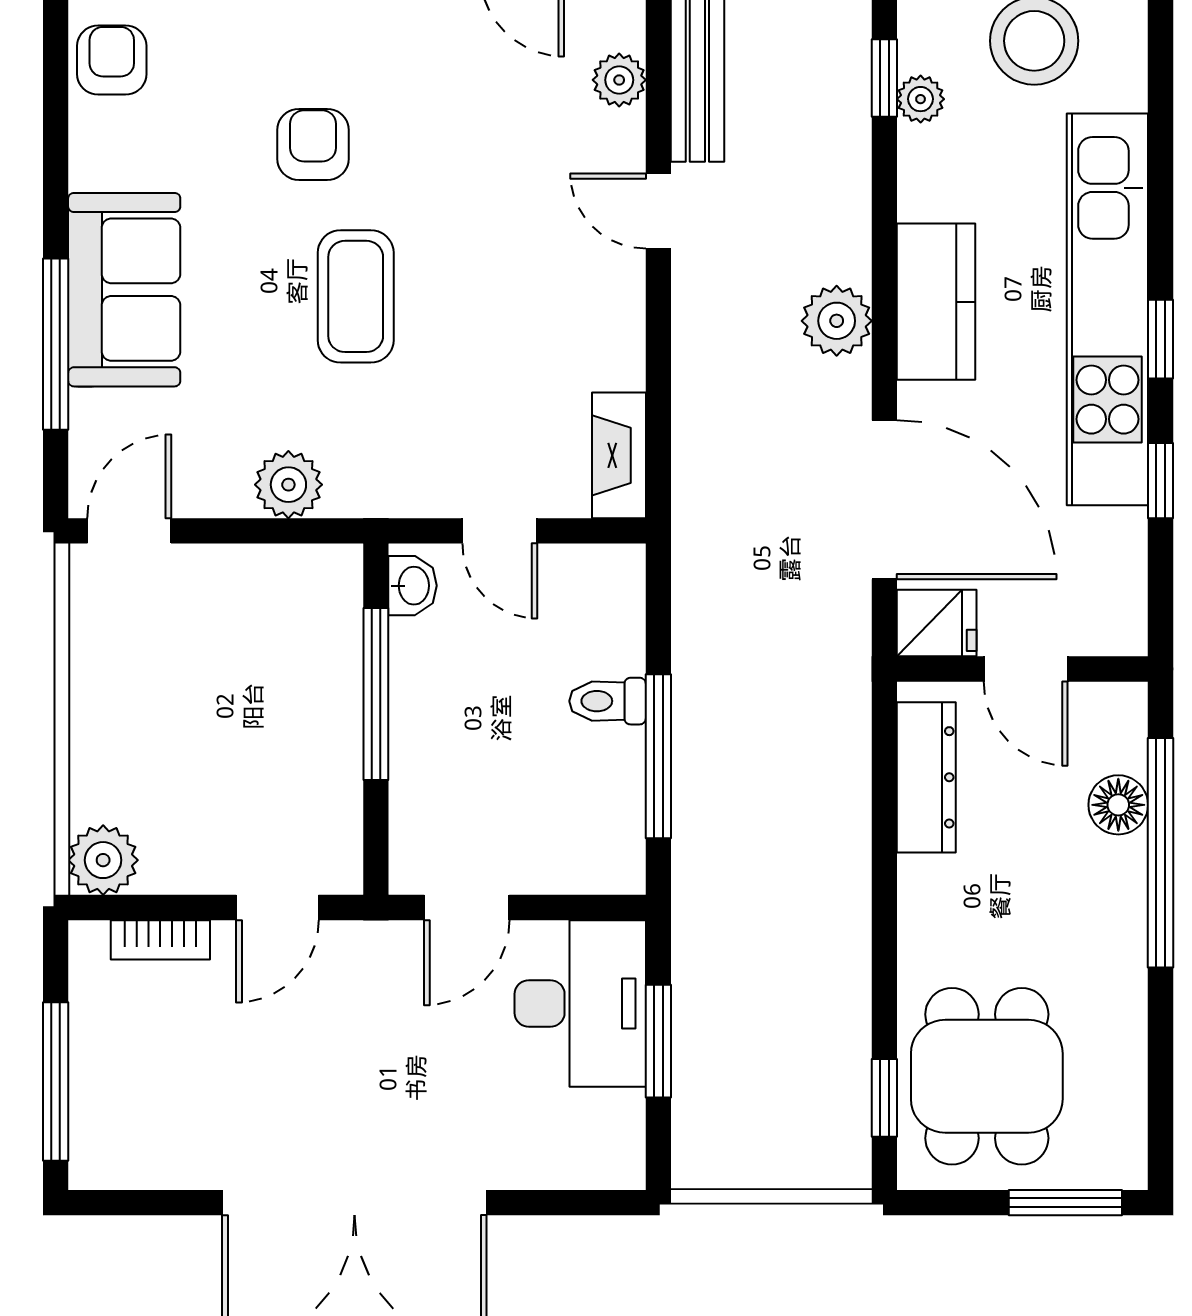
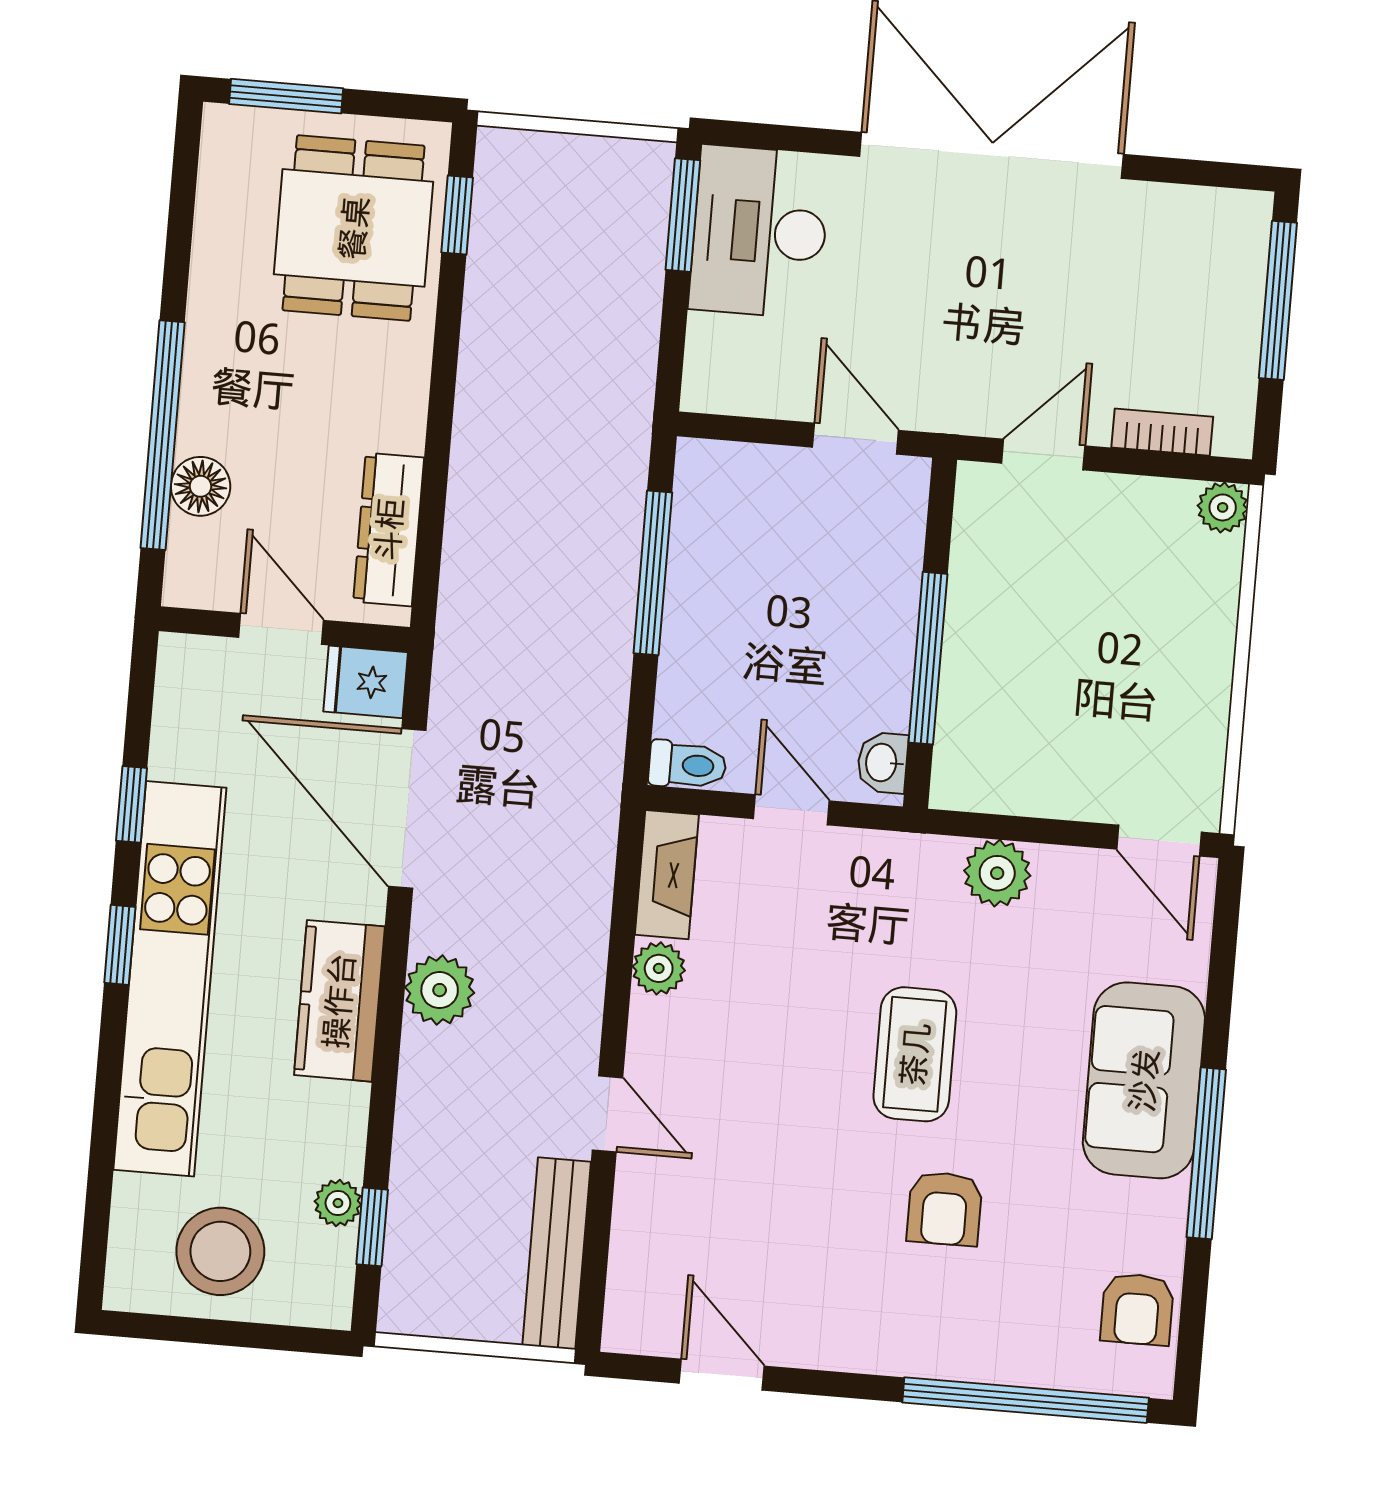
plant: (619, 80) -> (659, 968), moved
window: (56, 344) -> (1206, 1153), moved
door: (129, 531) -> (1159, 841), hinge flipped
toilet: (608, 701) -> (687, 765), moved
plant: (103, 860) -> (1223, 507), width x0.73, depth x0.73
door: (467, 908) -> (856, 439), hinge flipped
desk: (580, 1003) -> (760, 232), moved
window: (658, 1041) -> (683, 215), moved

